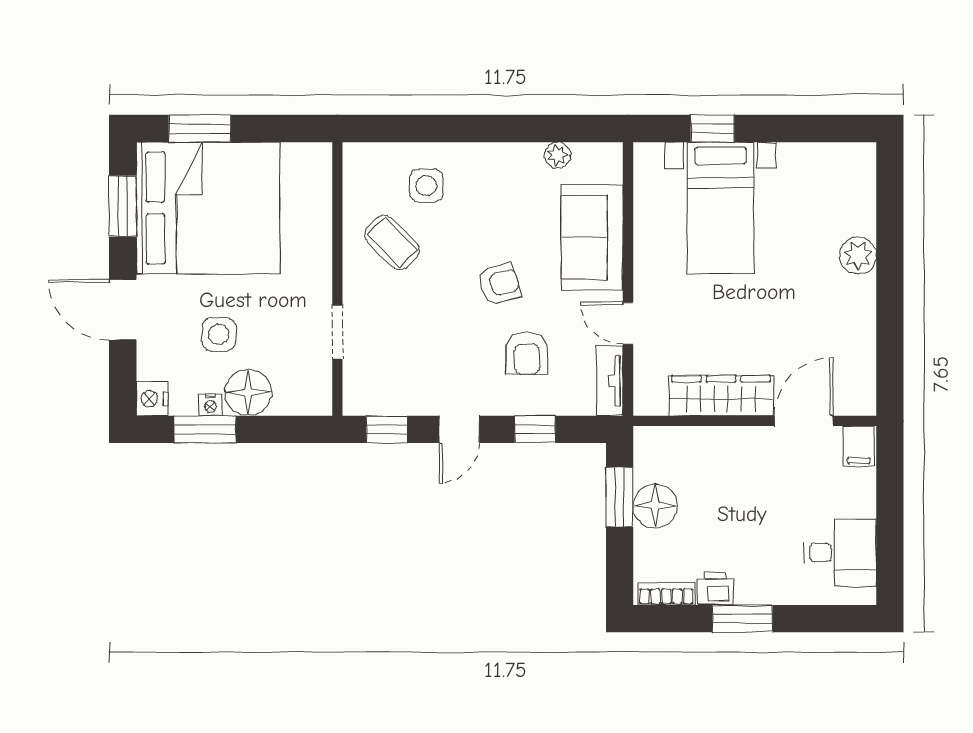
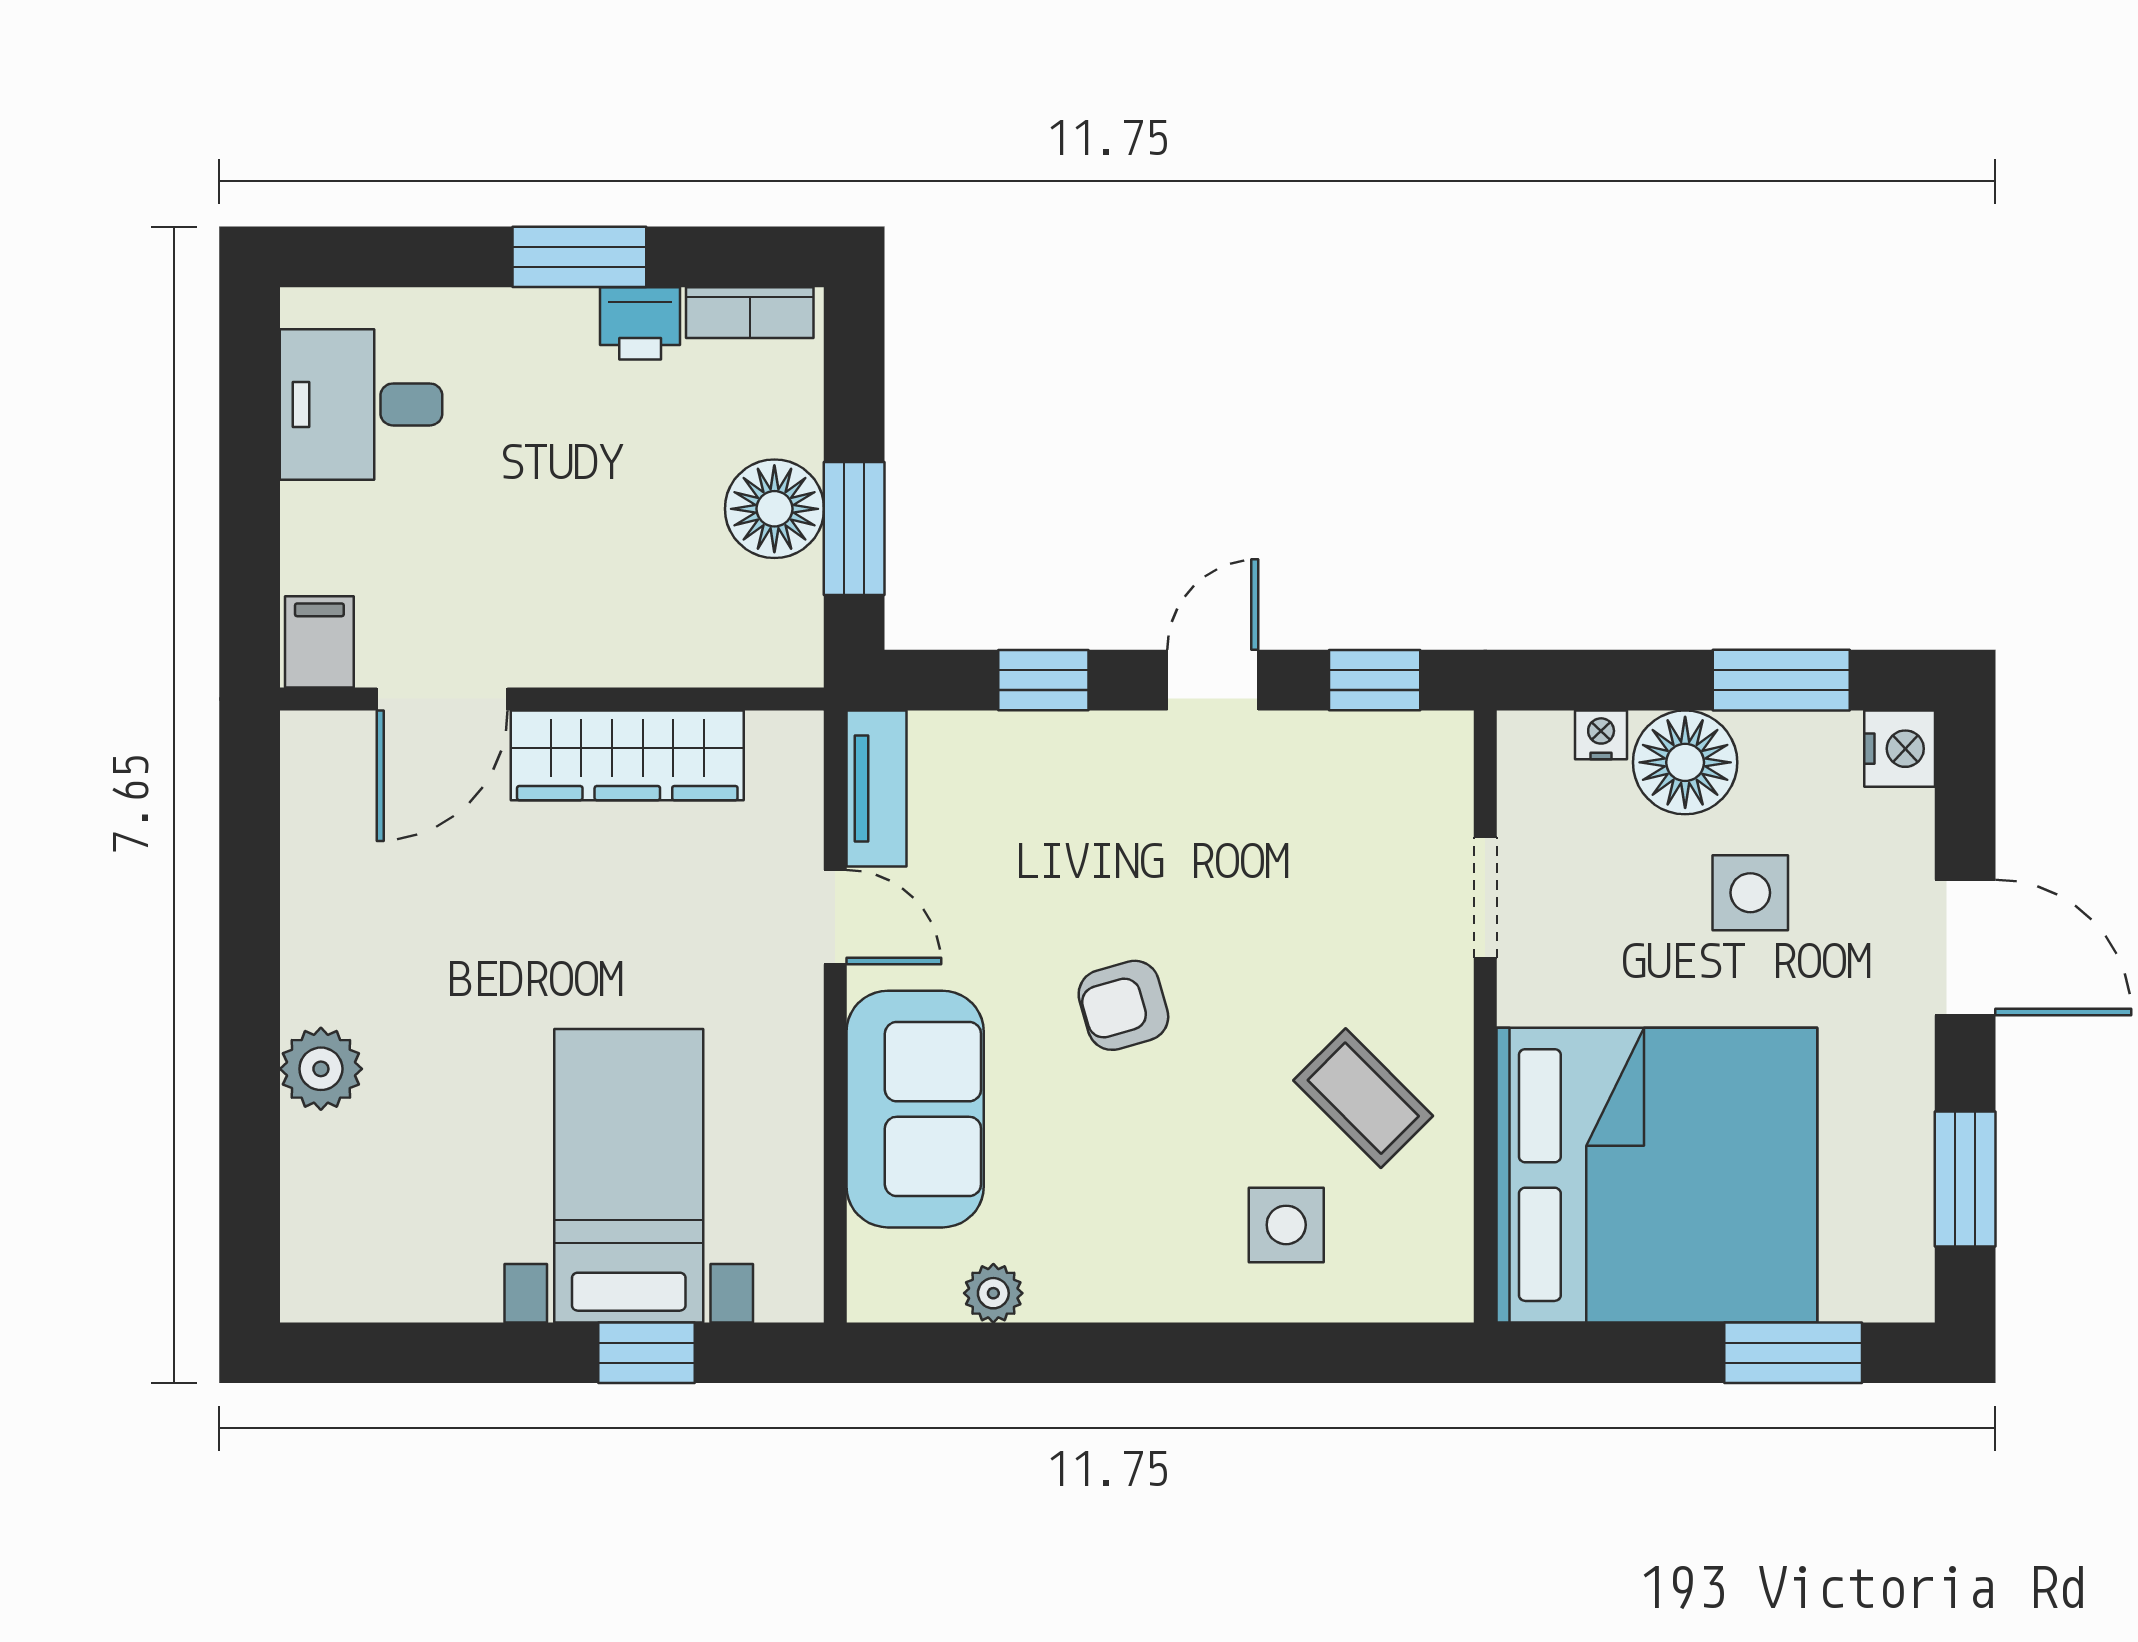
bed: (208, 208) -> (1657, 1175), moved, turned 180
armchair: (527, 353) -> (1061, 850), removed
nightstand: (210, 405) -> (1601, 735), moved

